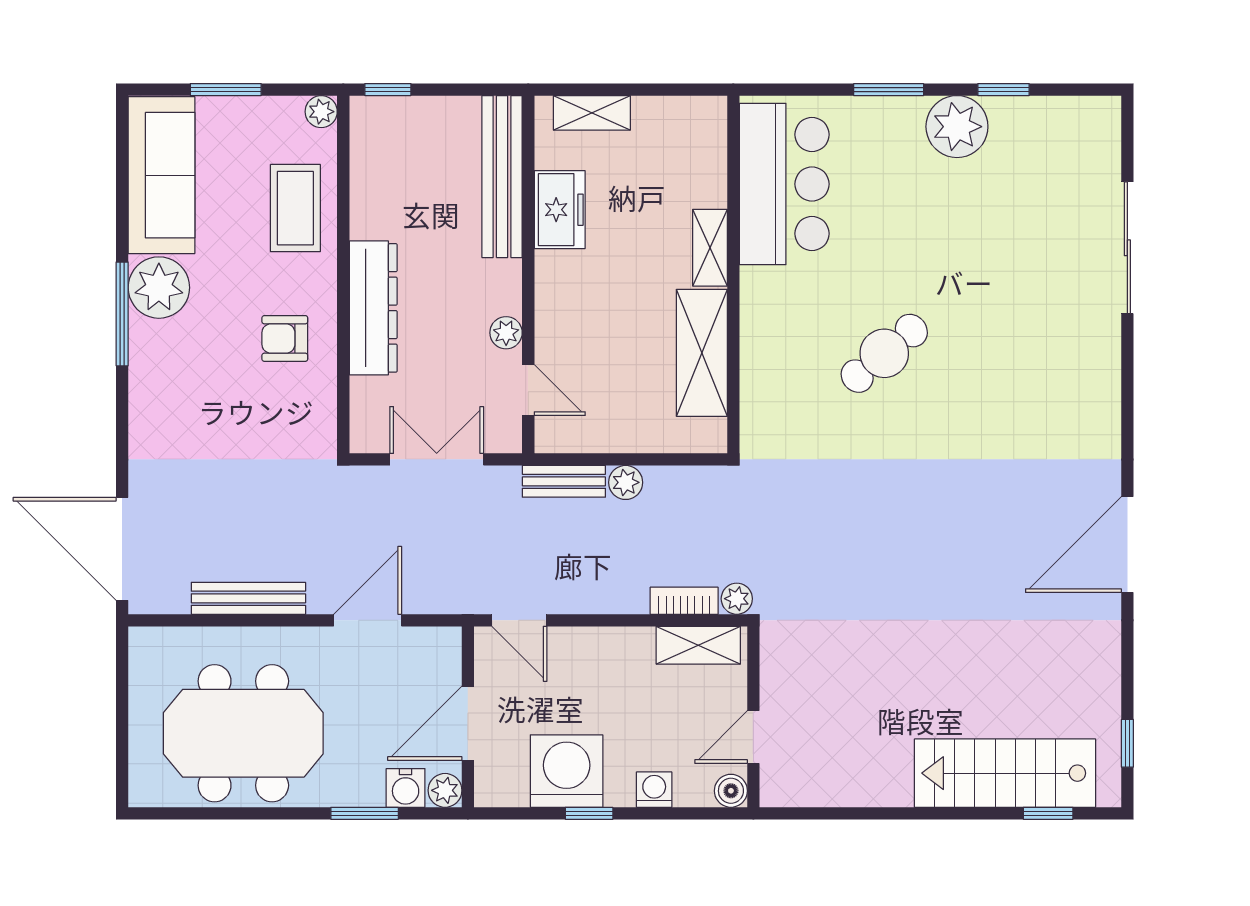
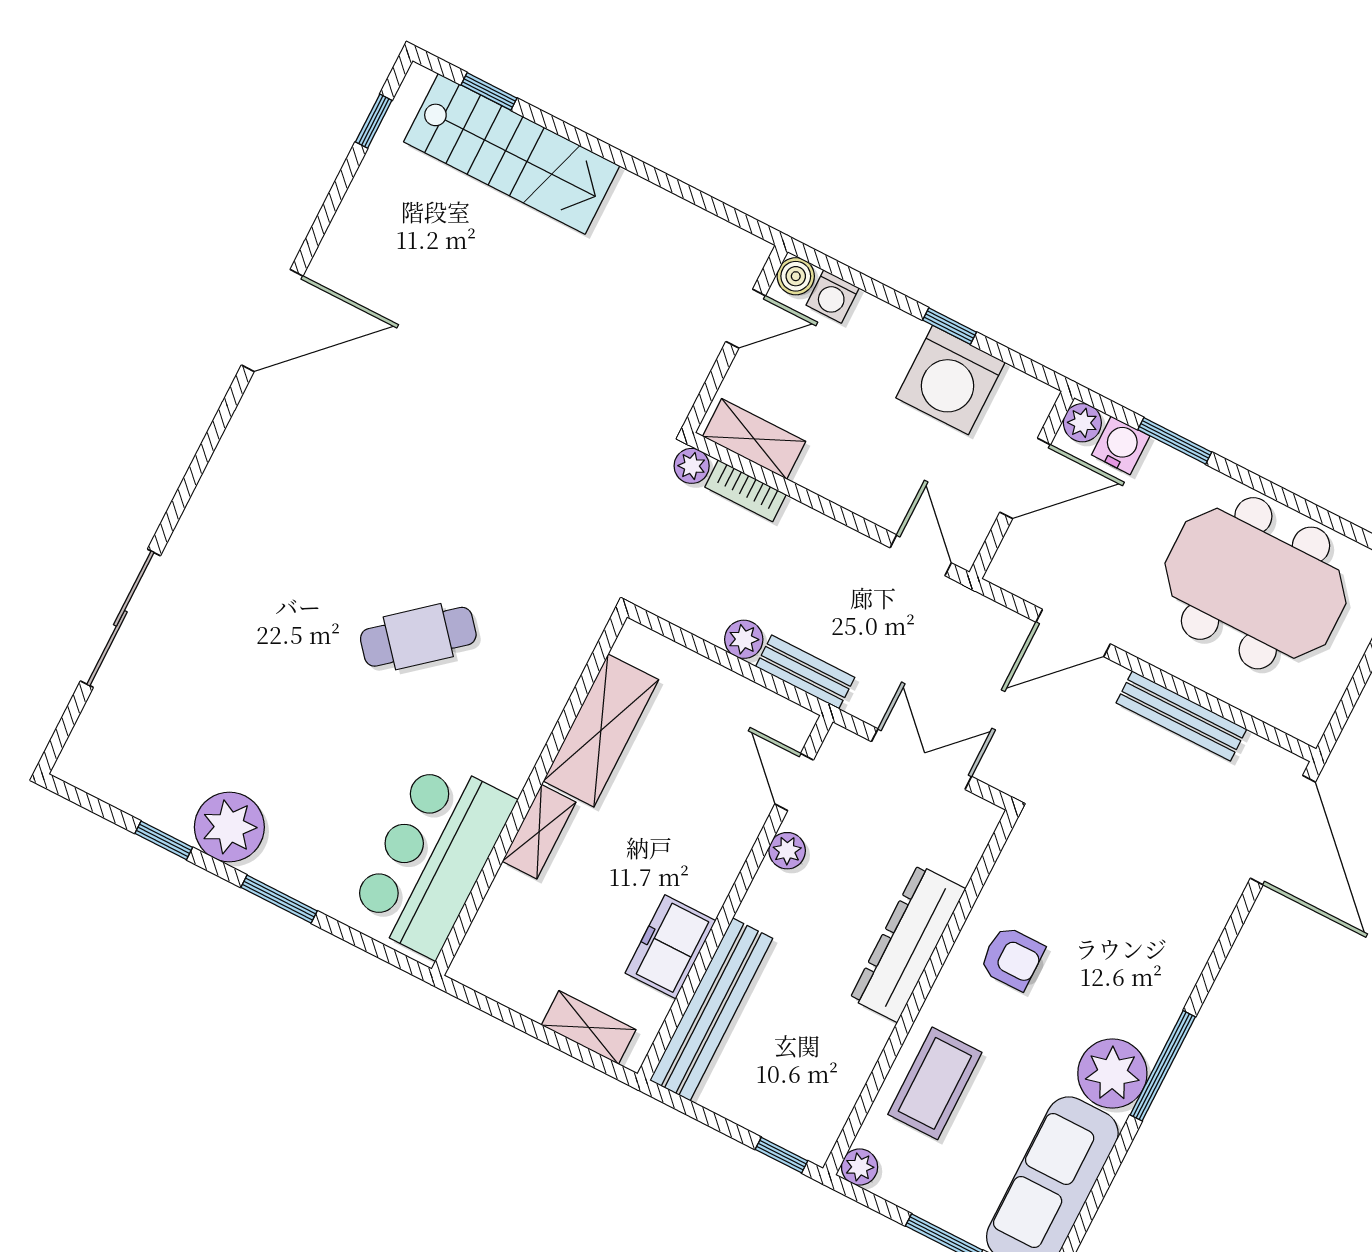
double door: (437, 459) -> (922, 759), swing flipped
washing machine: (654, 790) -> (833, 297), moved

